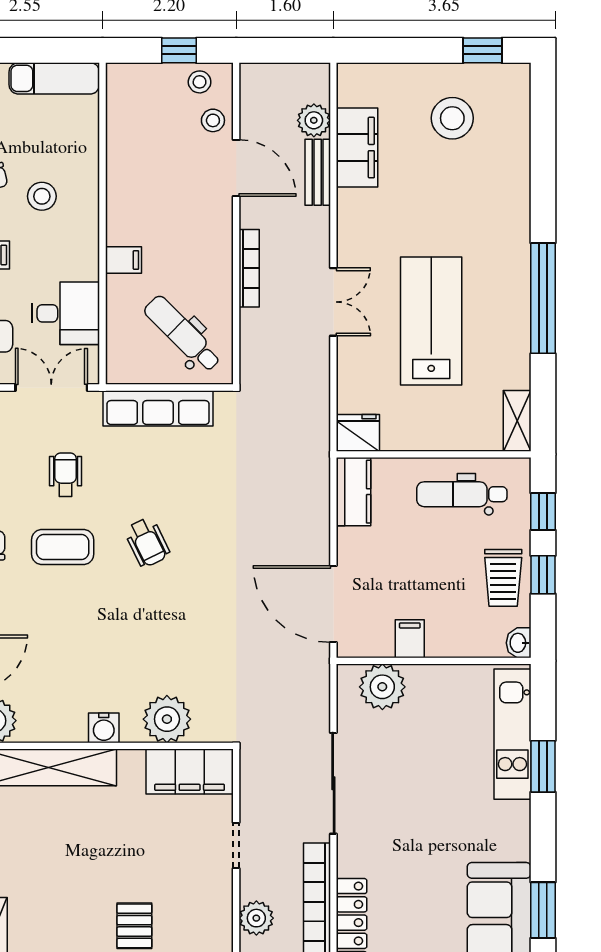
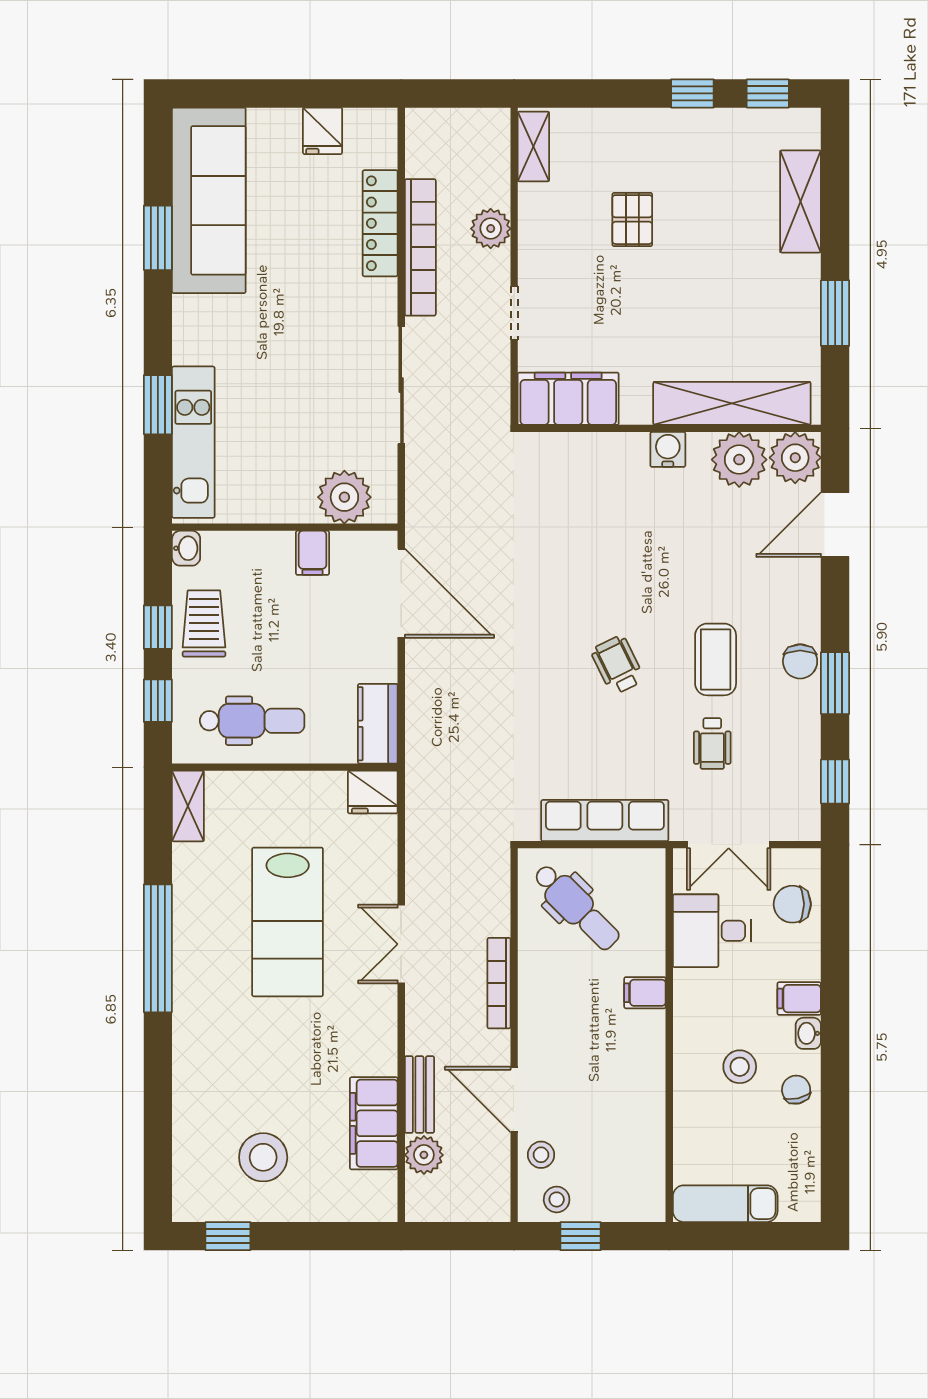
coffee table: (63, 547) -> (716, 659), turned 90
plant: (167, 719) -> (739, 460), moved

